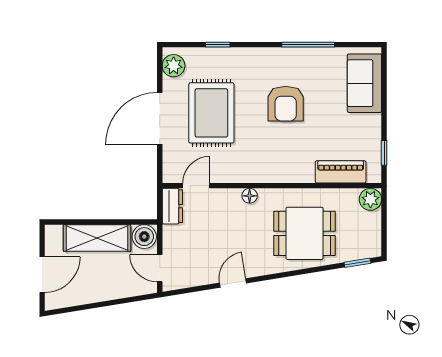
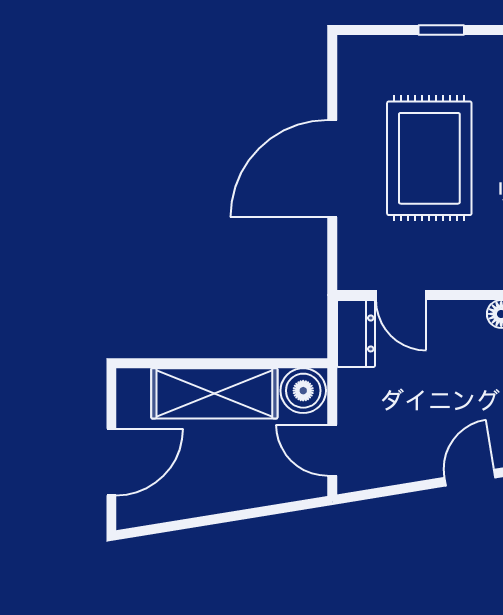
plant: (174, 66) -> (358, 69), removed
door: (196, 186) -> (401, 295), swing flipped

